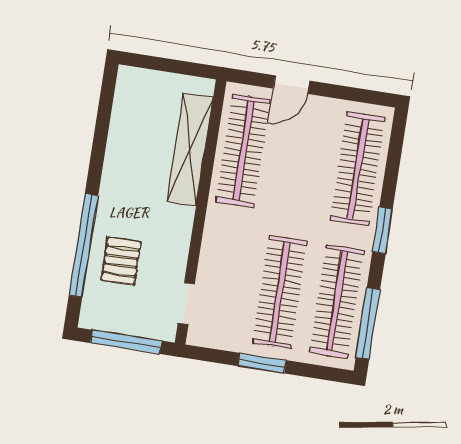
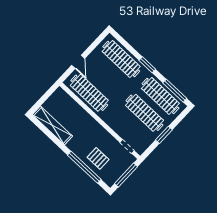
shelving: (190, 149) -> (52, 125), moved

